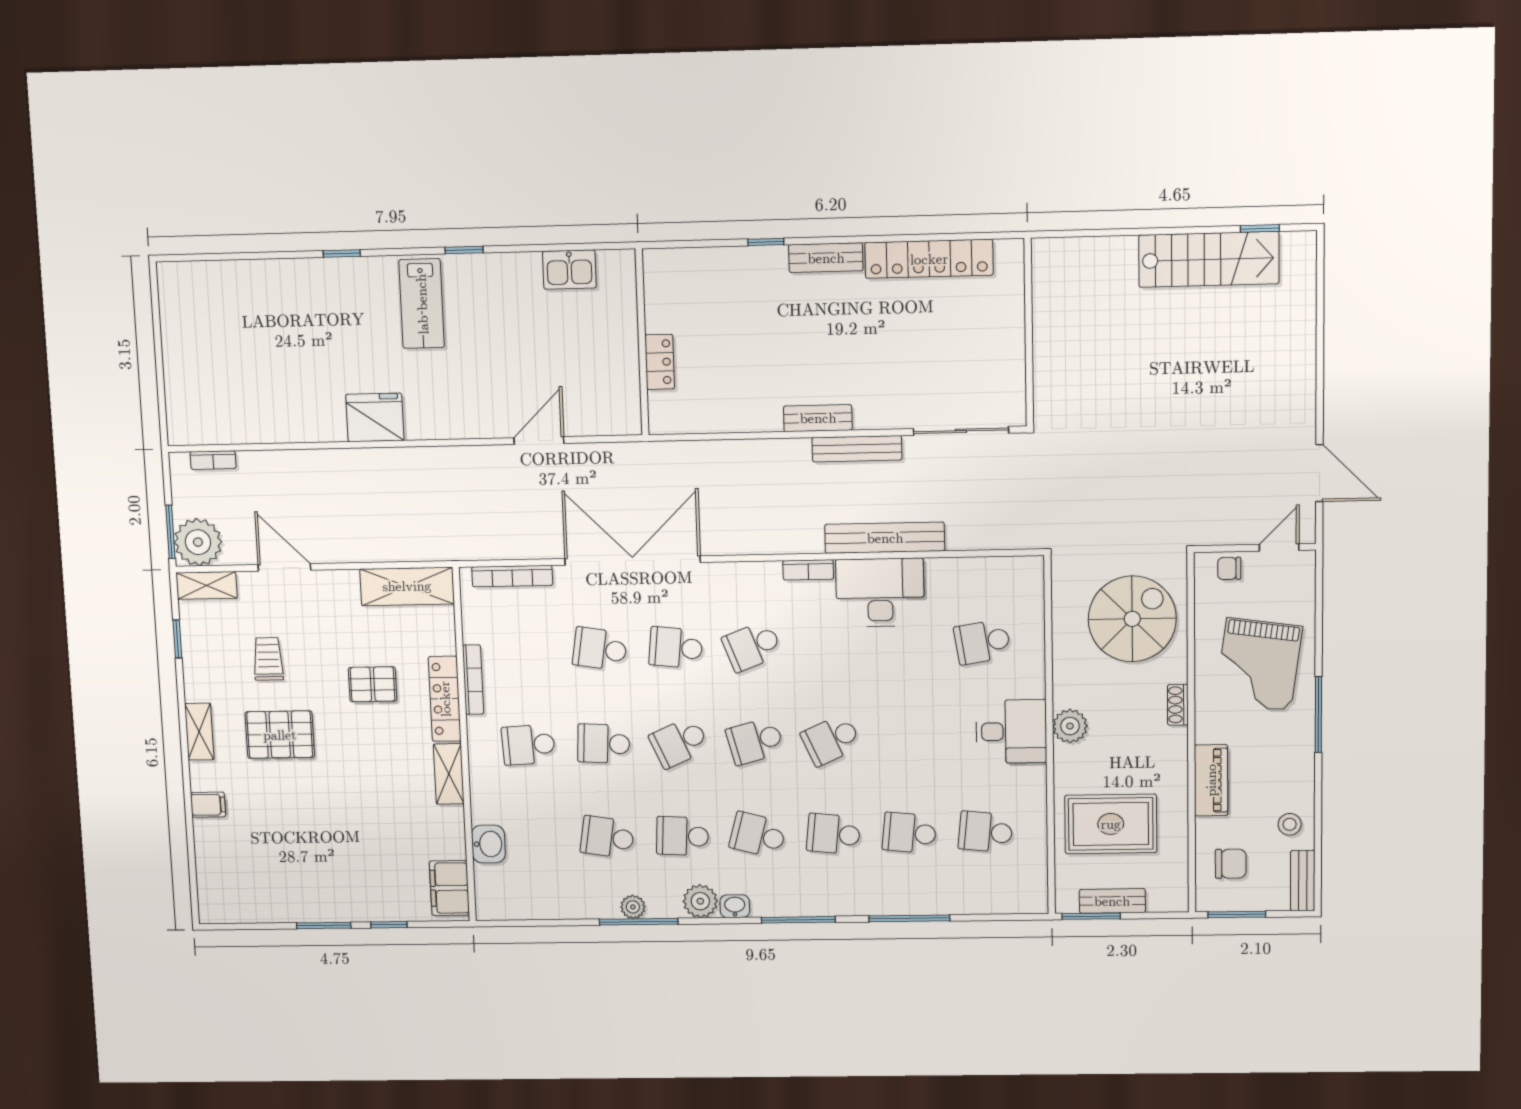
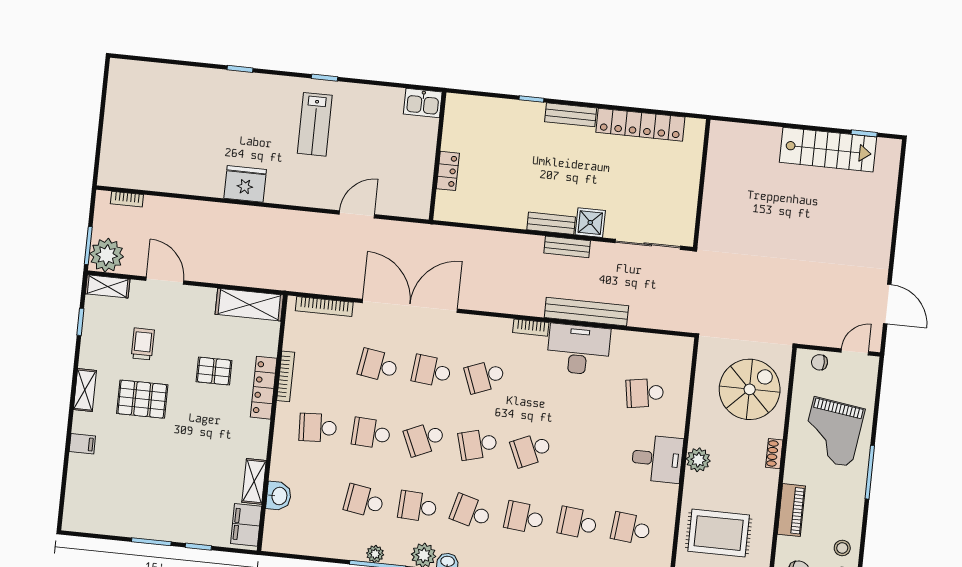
kitchen sink: (569, 270) -> (423, 103), moved
lab bench: (422, 304) -> (315, 124), moved
shower: (874, 410) -> (590, 223), added
bench: (857, 449) -> (567, 247), width x0.73
shelving: (449, 774) -> (254, 481), moved

